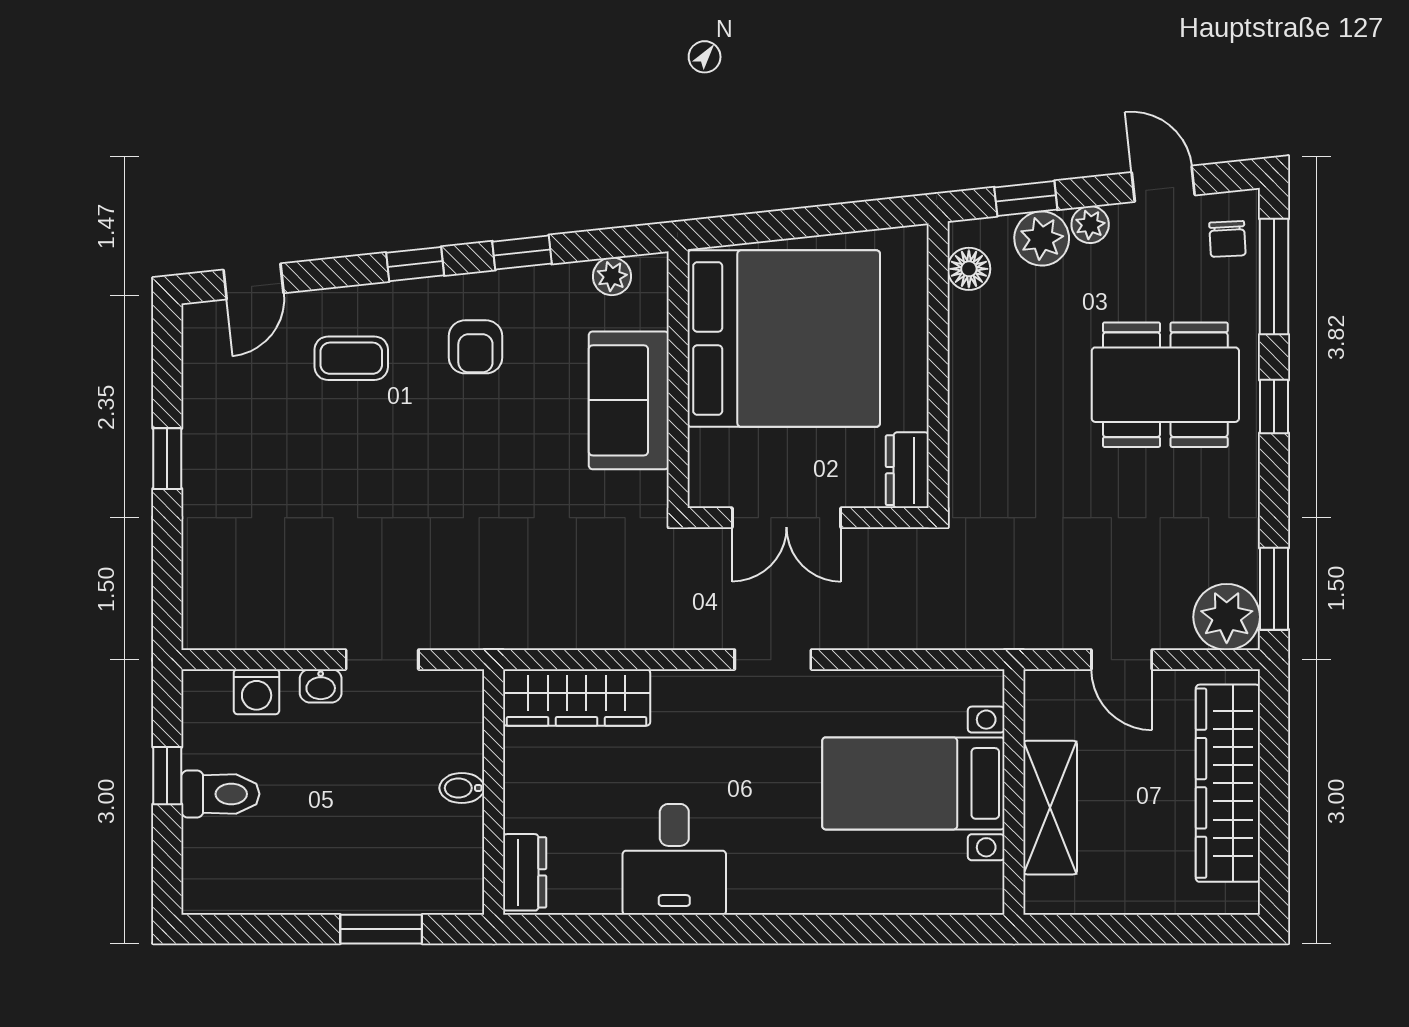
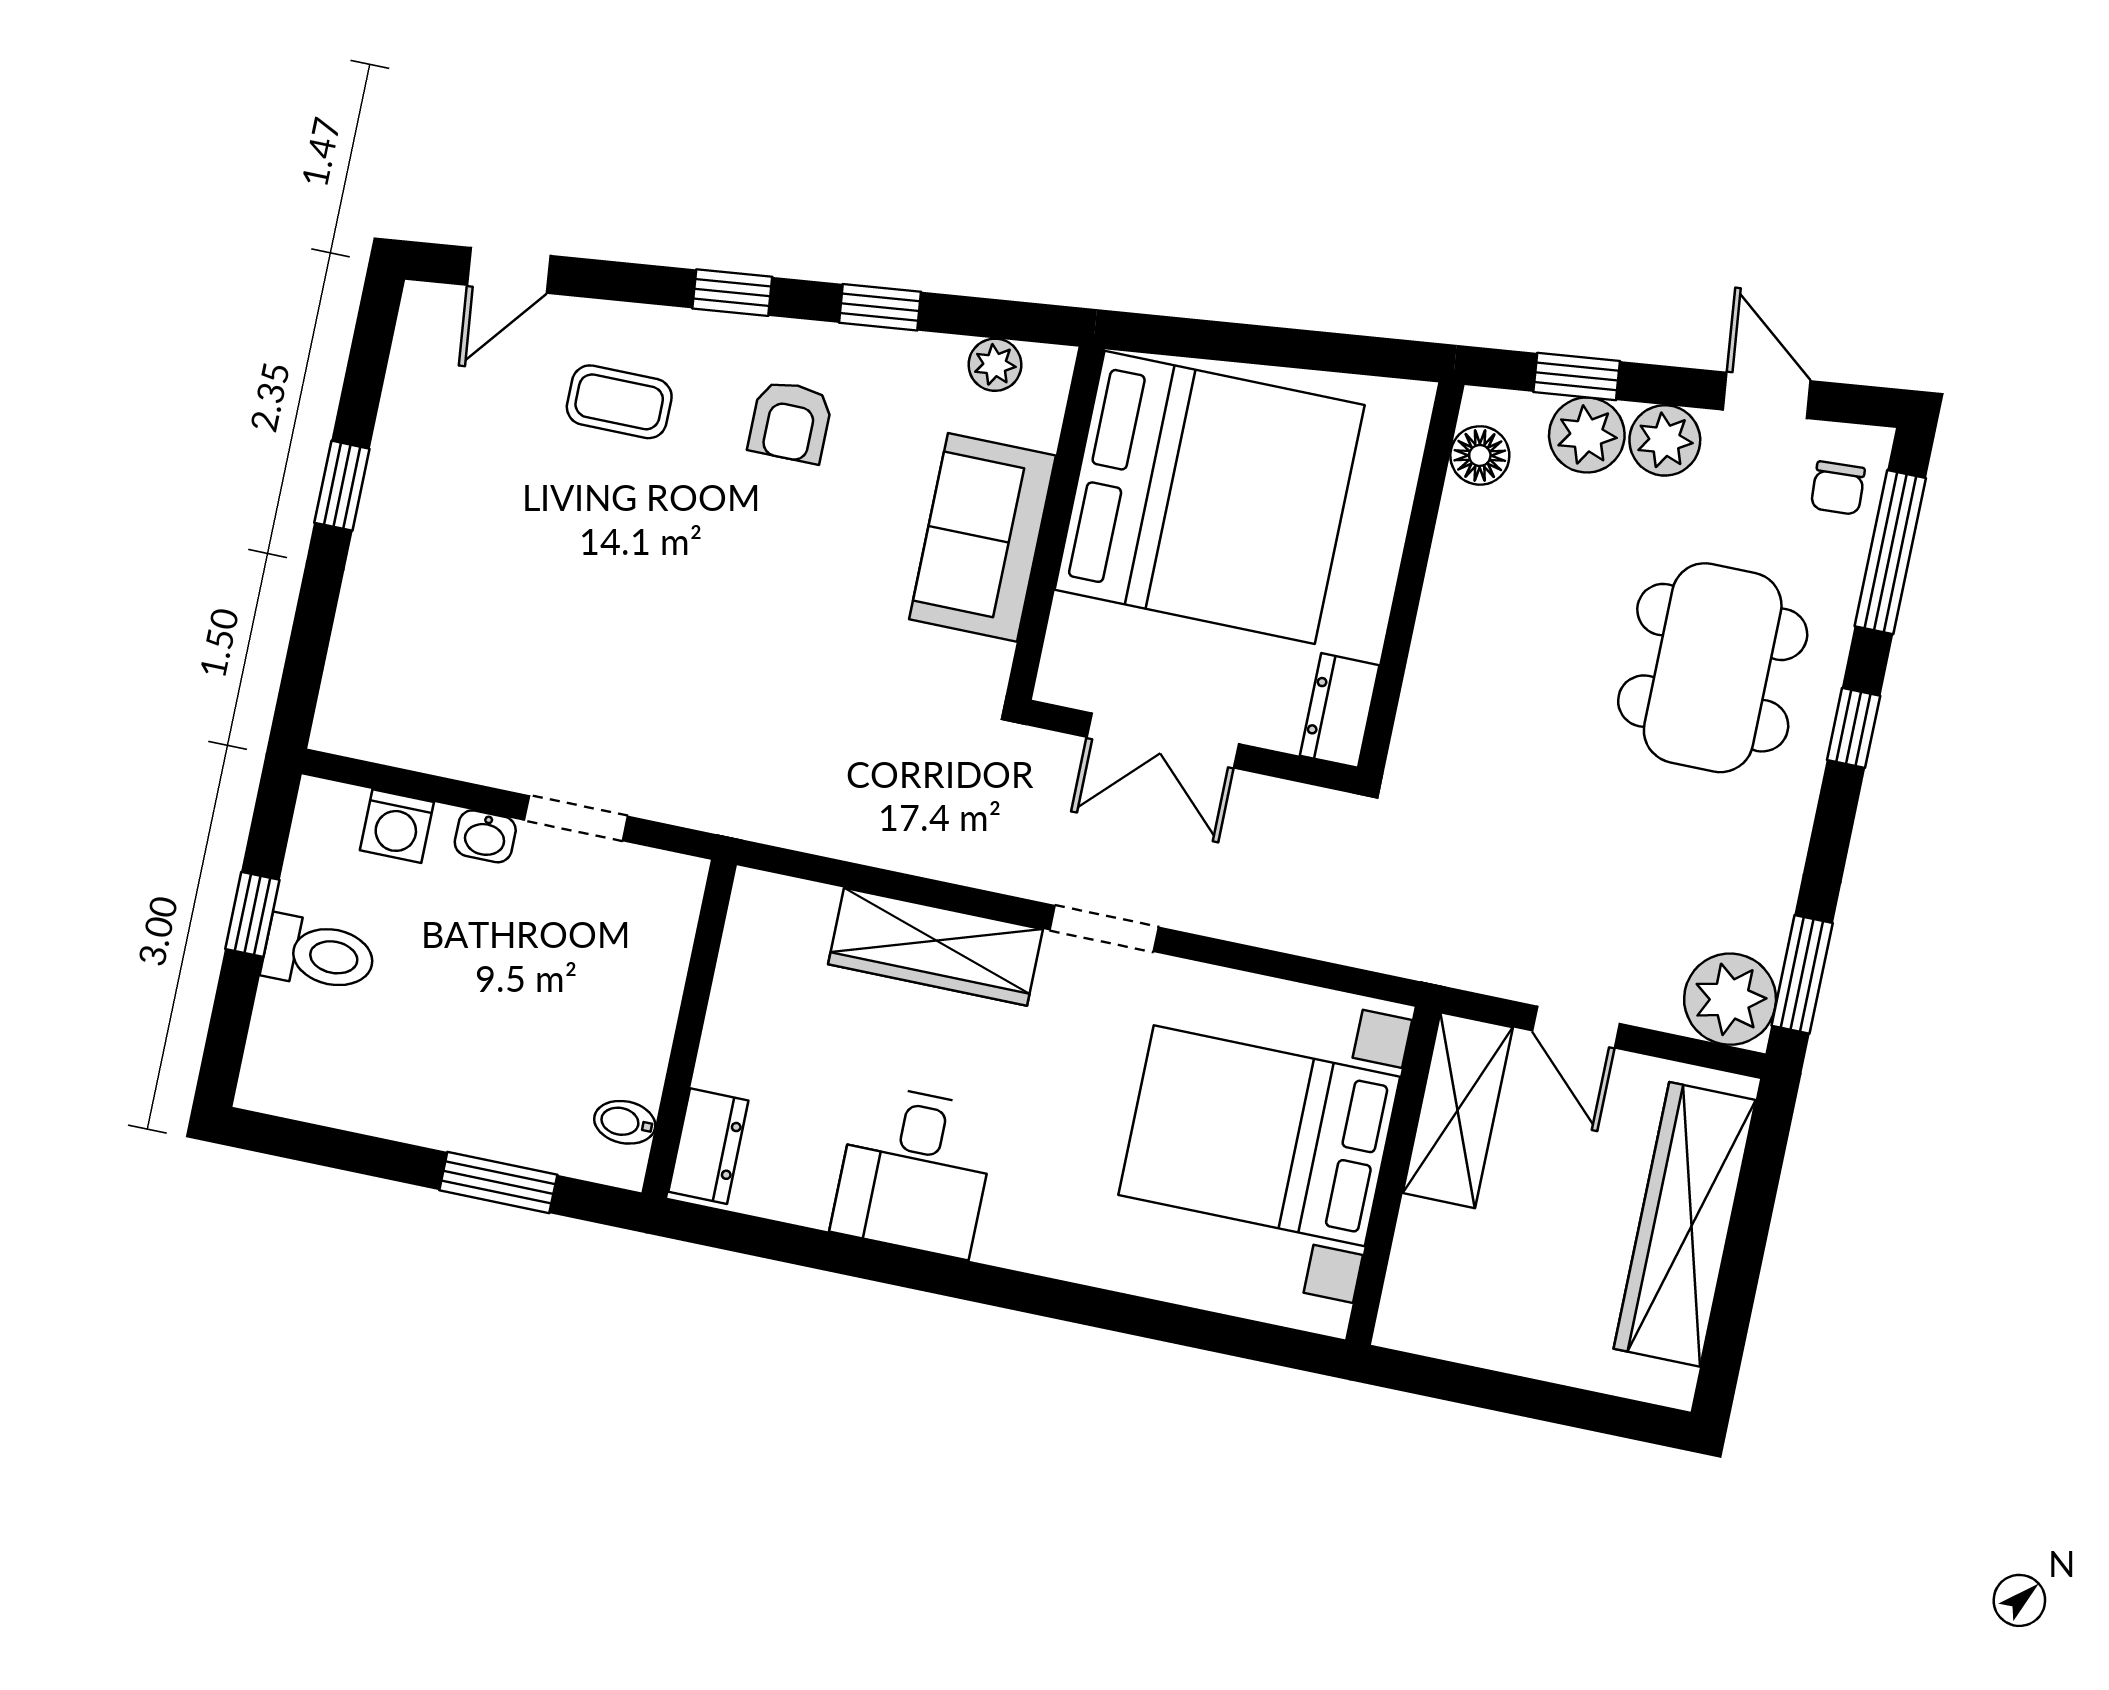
plant: (1090, 225) -> (1665, 440), width x1.38, depth x1.38
dining table: (1165, 385) -> (1713, 668), turned 90
wardrobe: (577, 697) -> (935, 947), moved
bed with nightstands: (913, 783) -> (1259, 1136), width x1.36
bidet: (462, 788) -> (625, 1122), moved
shelving: (1050, 808) -> (1458, 1110), moved

